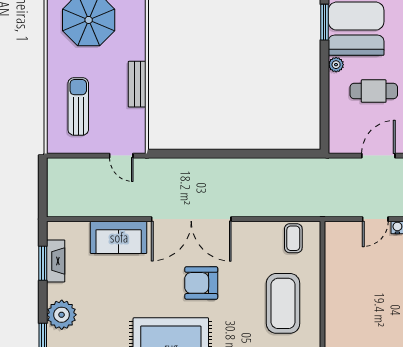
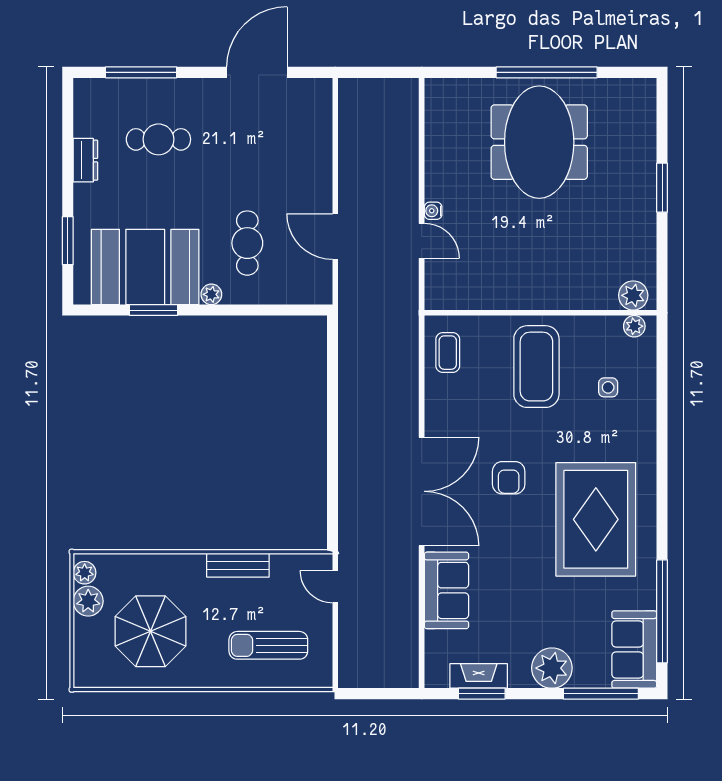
door: (121, 156) -> (335, 587), swing flipped
coffee table: (293, 238) -> (448, 353), turned 90
armchair: (201, 283) -> (509, 478), width x0.72, depth x0.72
coffee table: (283, 303) -> (536, 367), turned 90

